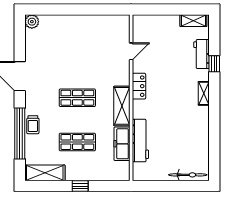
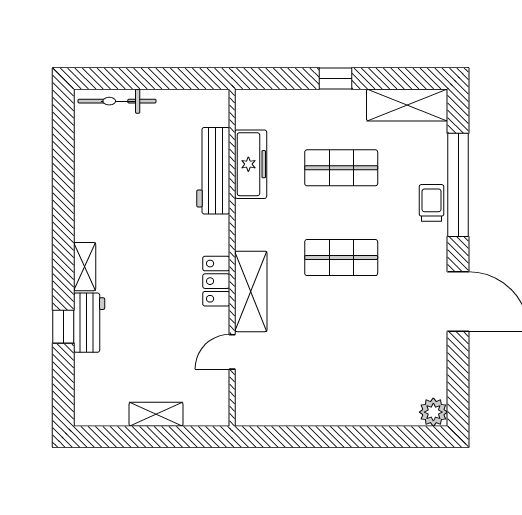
shelving: (193, 21) -> (156, 414), moved
workbench: (202, 54) -> (89, 323), moved
shelving: (122, 106) -> (251, 291), moved

